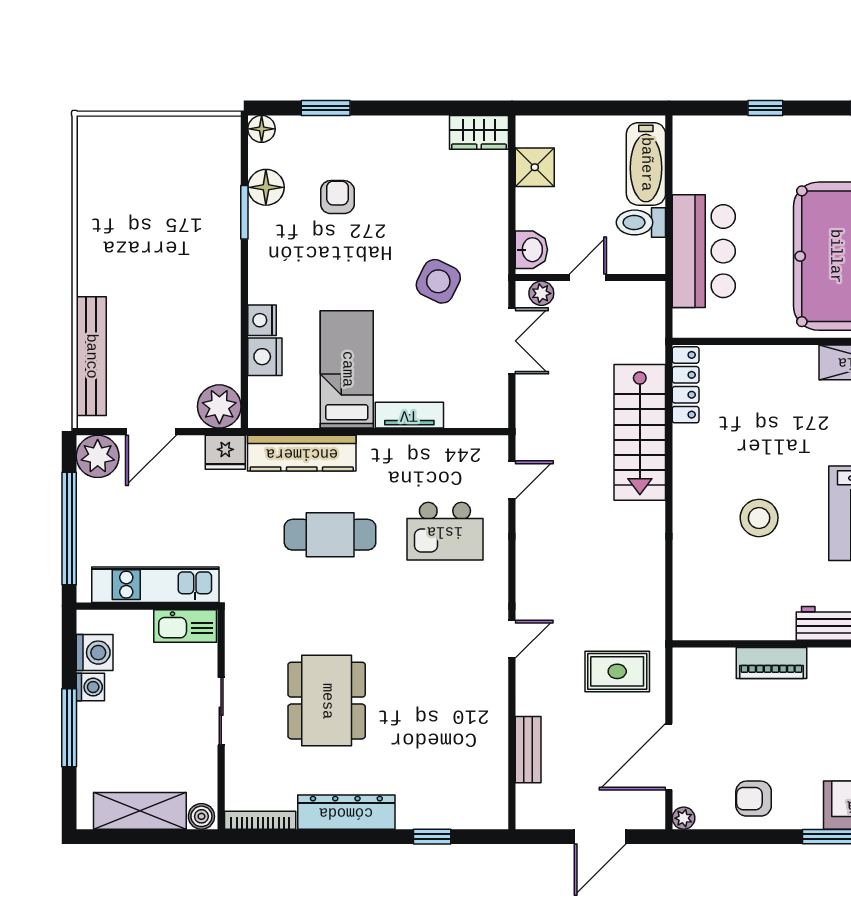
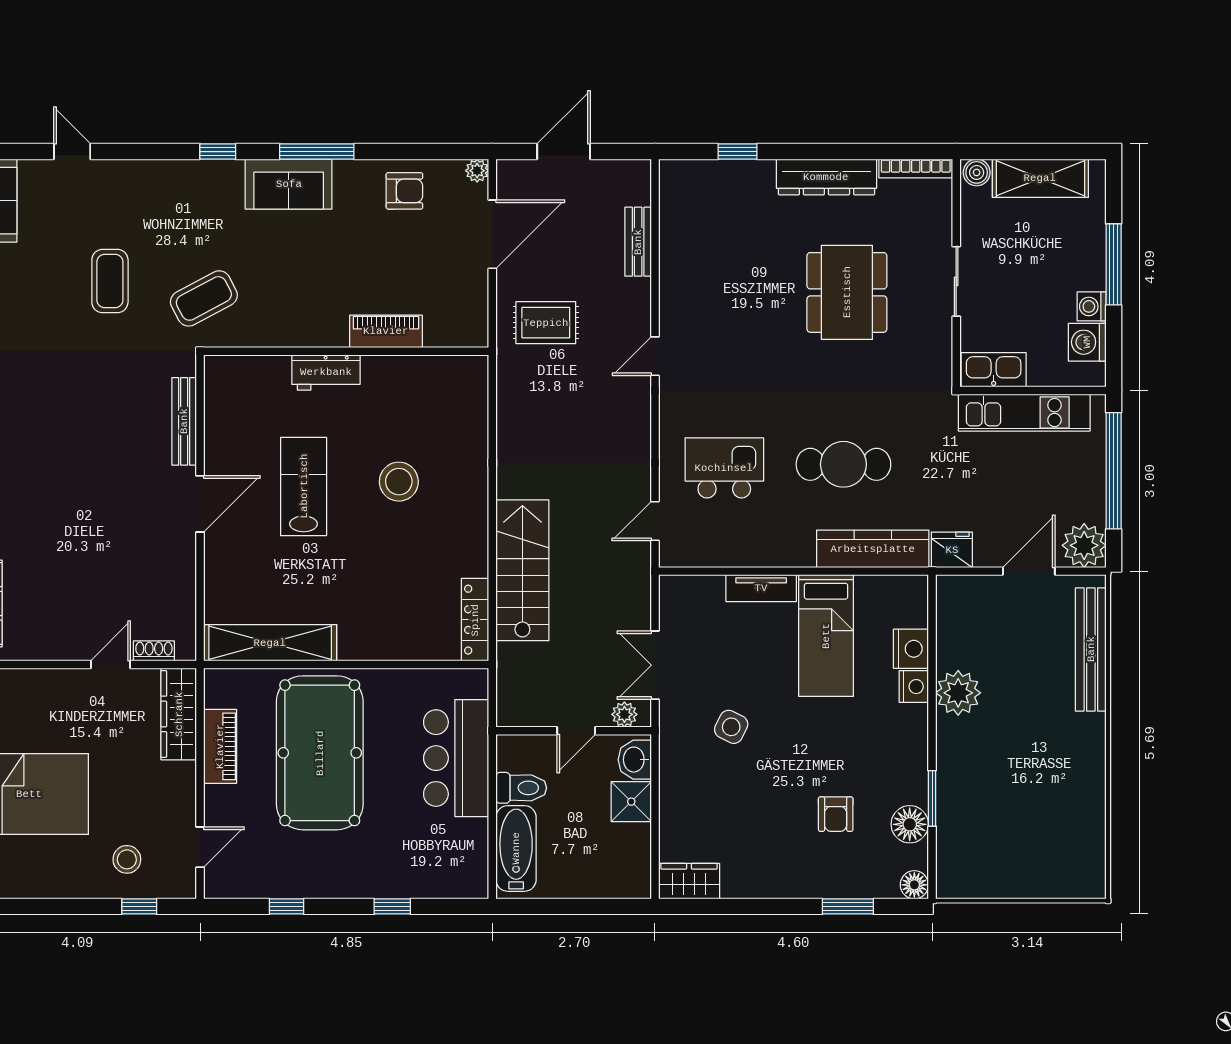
shower: (535, 167) -> (631, 802), moved
side table: (438, 281) -> (731, 727), width x0.73, depth x0.73
plant: (219, 406) -> (958, 693), moved

